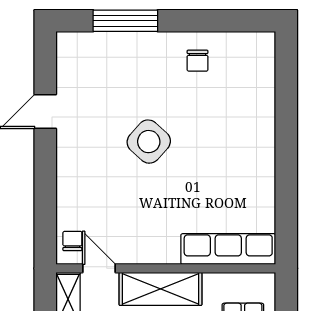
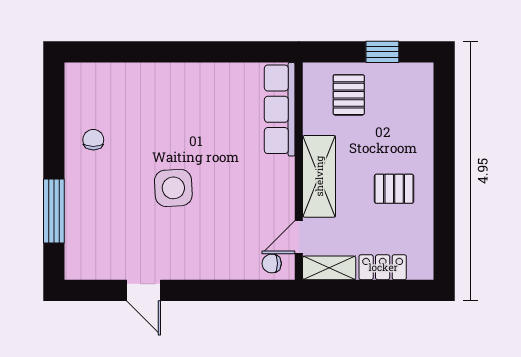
chair: (198, 61) -> (93, 140), turned -90
side table: (149, 142) -> (173, 188), turned 45

